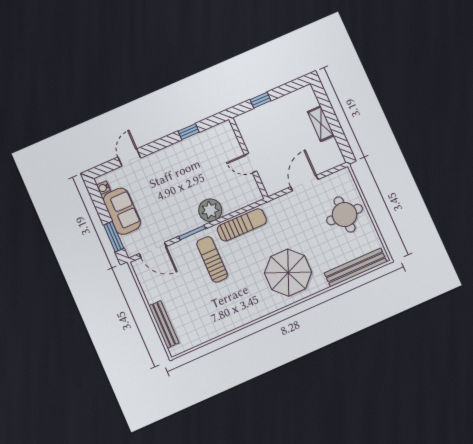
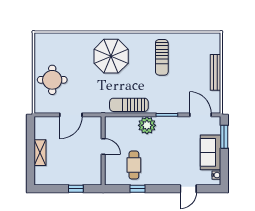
cafe table: (205, 157) -> (134, 165), added
sun lounger: (212, 259) -> (162, 57), moved
bench: (356, 267) -> (61, 39), removed
bench: (164, 324) -> (216, 72), moved

